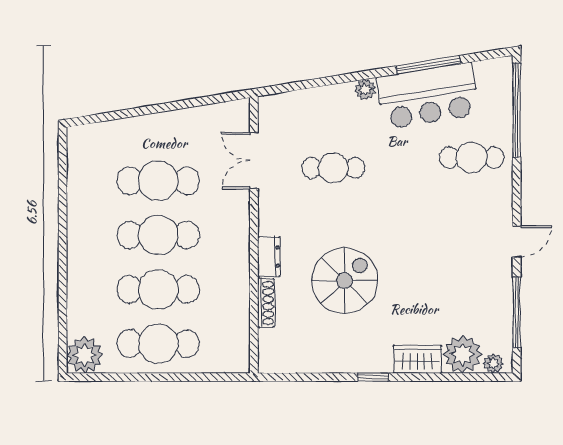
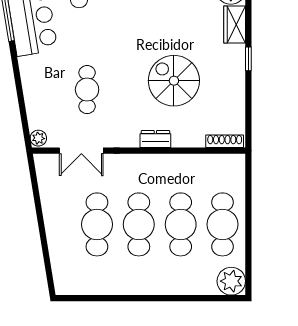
plant: (365, 89) -> (38, 138), moved
shoe rack: (266, 303) -> (225, 141), moved

